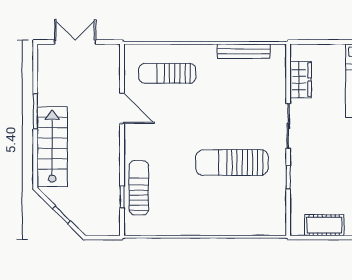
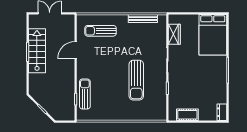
door: (122, 108) -> (76, 50), swing flipped
stairs: (52, 147) -> (37, 51), moved
sun lounger: (232, 163) -> (136, 80), turned -90

